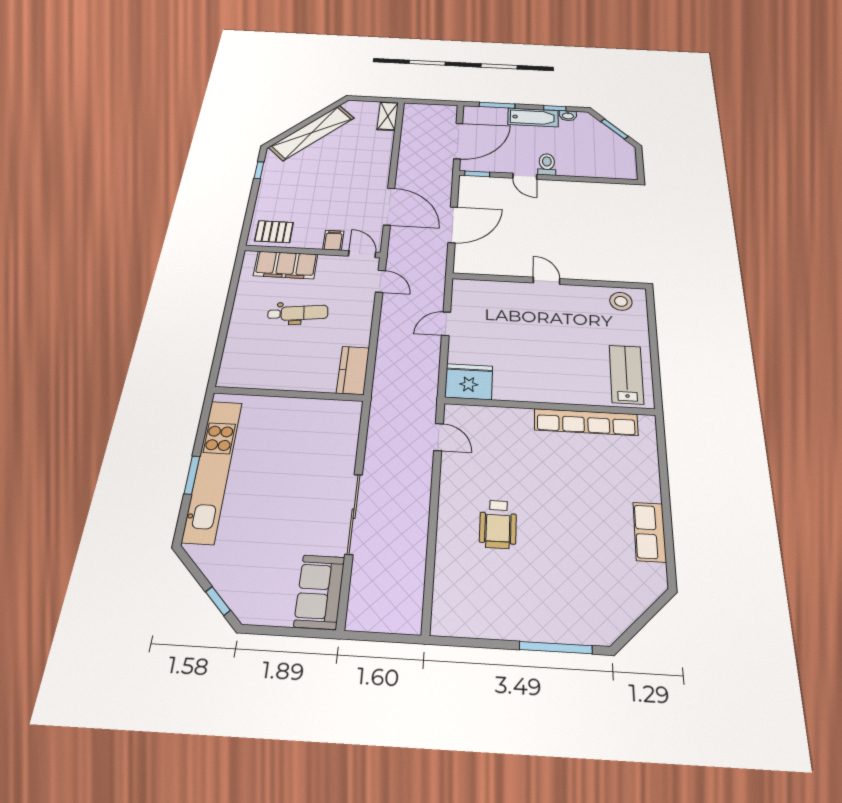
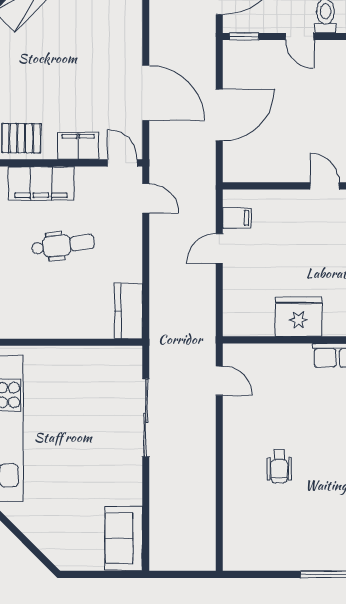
filing cabinet: (333, 240) -> (78, 146), width x2.00
filing cabinet: (464, 301) -> (237, 218), added
fridge: (469, 382) -> (298, 317), moved
sliding door: (354, 514) -> (146, 418), moved
wheelchair: (498, 524) -> (279, 466), width x0.73, depth x0.73
window: (218, 601) -> (36, 552), removed

